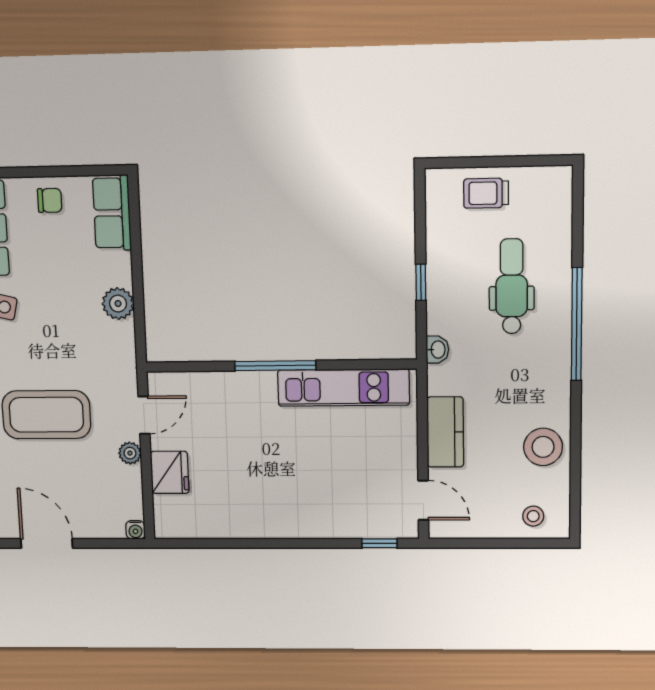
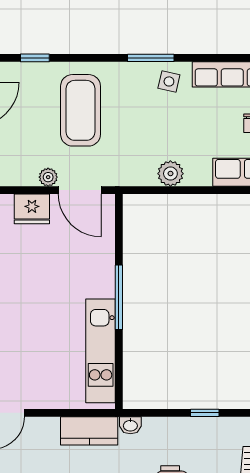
window: (421, 282) -> (205, 413), moved
door: (144, 415) -> (80, 190), width x1.38
kitchen counter: (445, 432) -> (89, 431), moved

